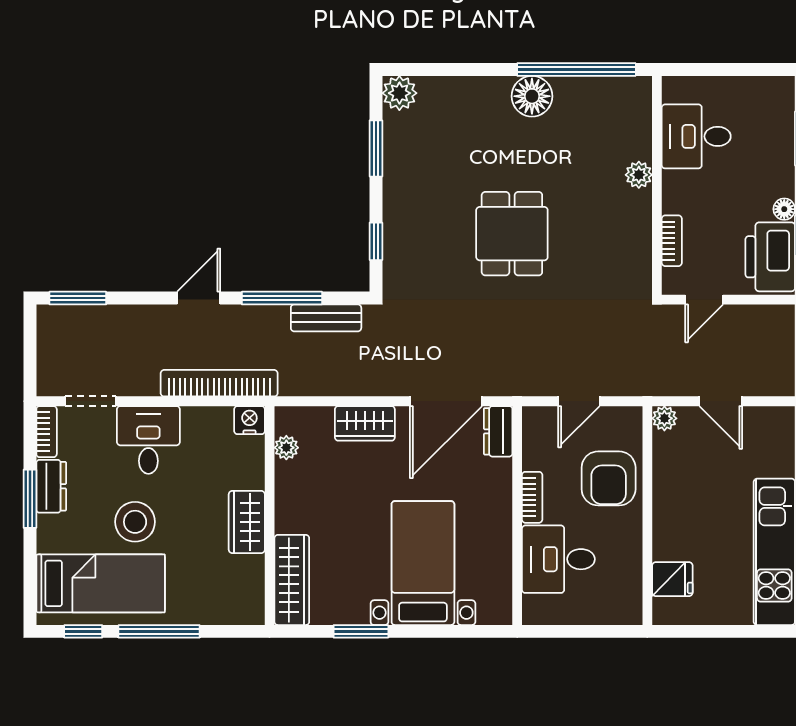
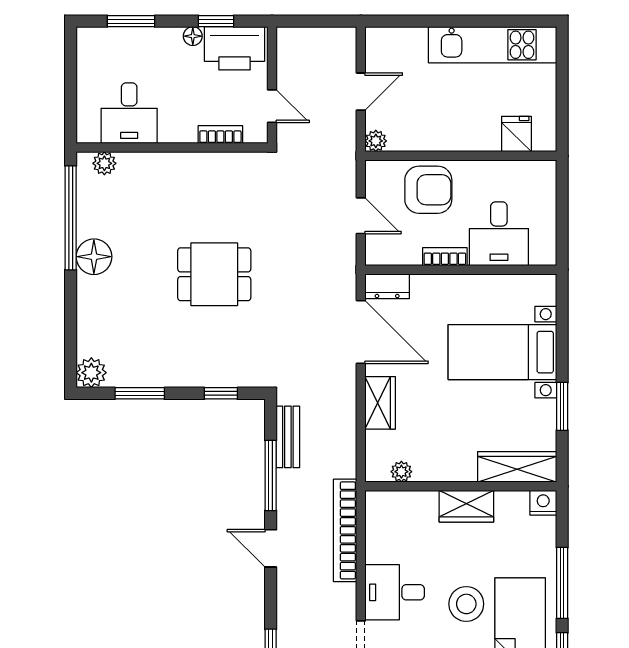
plant: (639, 175) -> (104, 163), moved
nightstand: (249, 420) -> (543, 503), moved, turned 90

